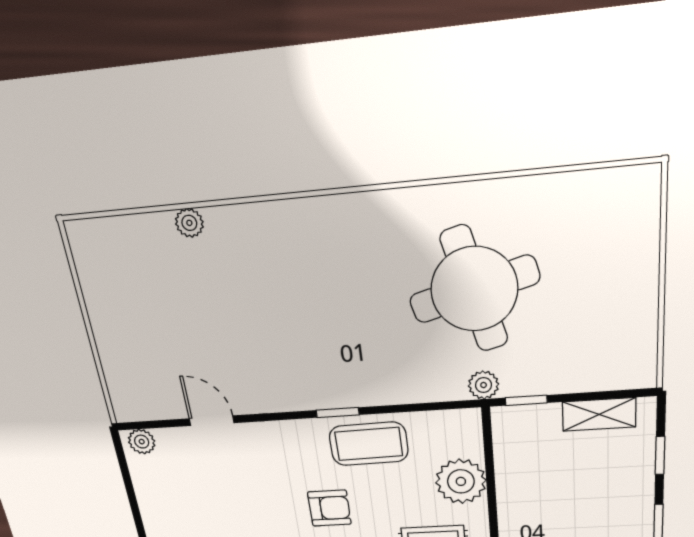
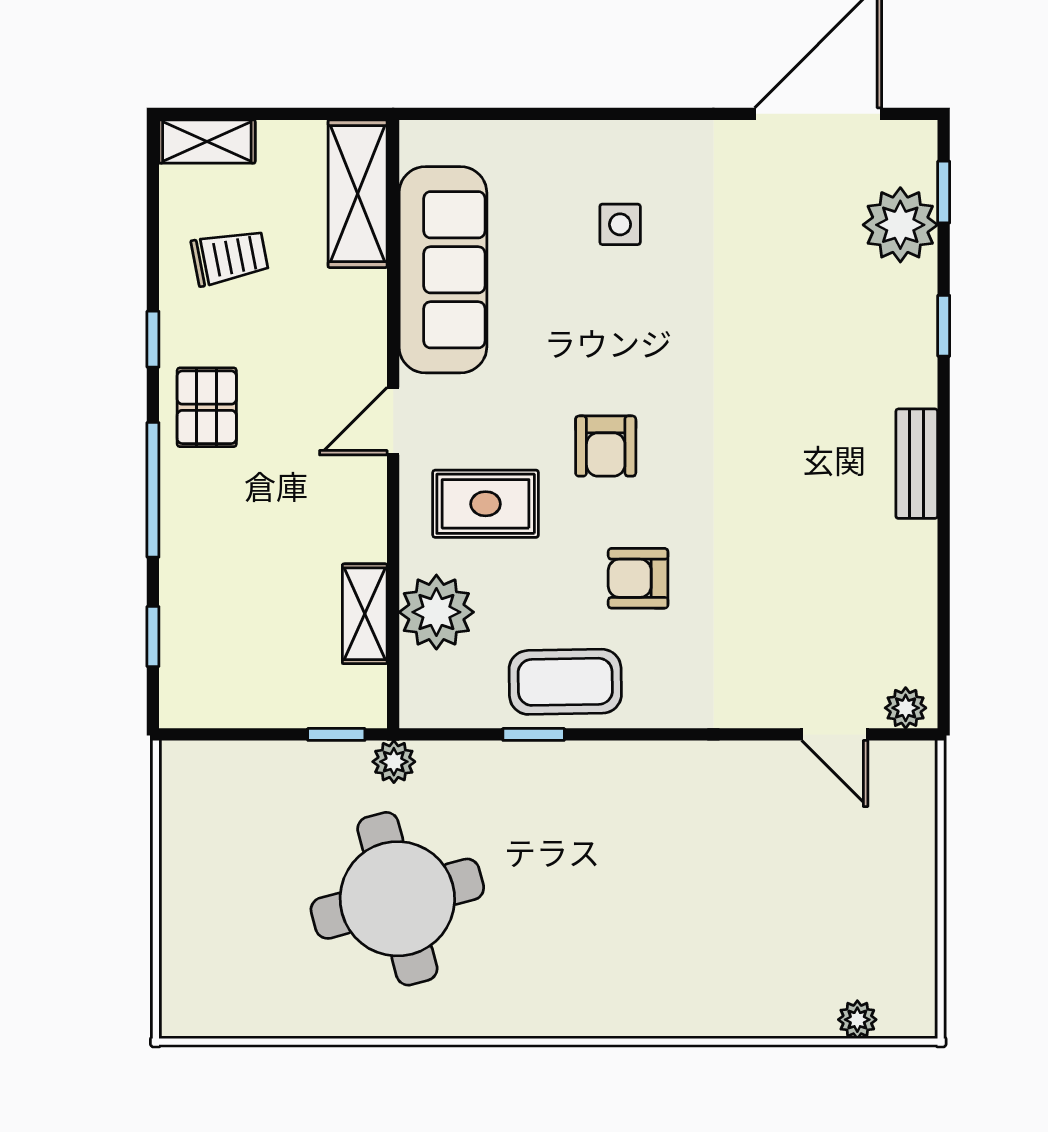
plant: (189, 223) -> (857, 1020), moved
window: (338, 413) -> (534, 734), moved
shelving: (599, 414) -> (365, 614), moved, turned 90
door: (212, 421) -> (835, 734), moved

